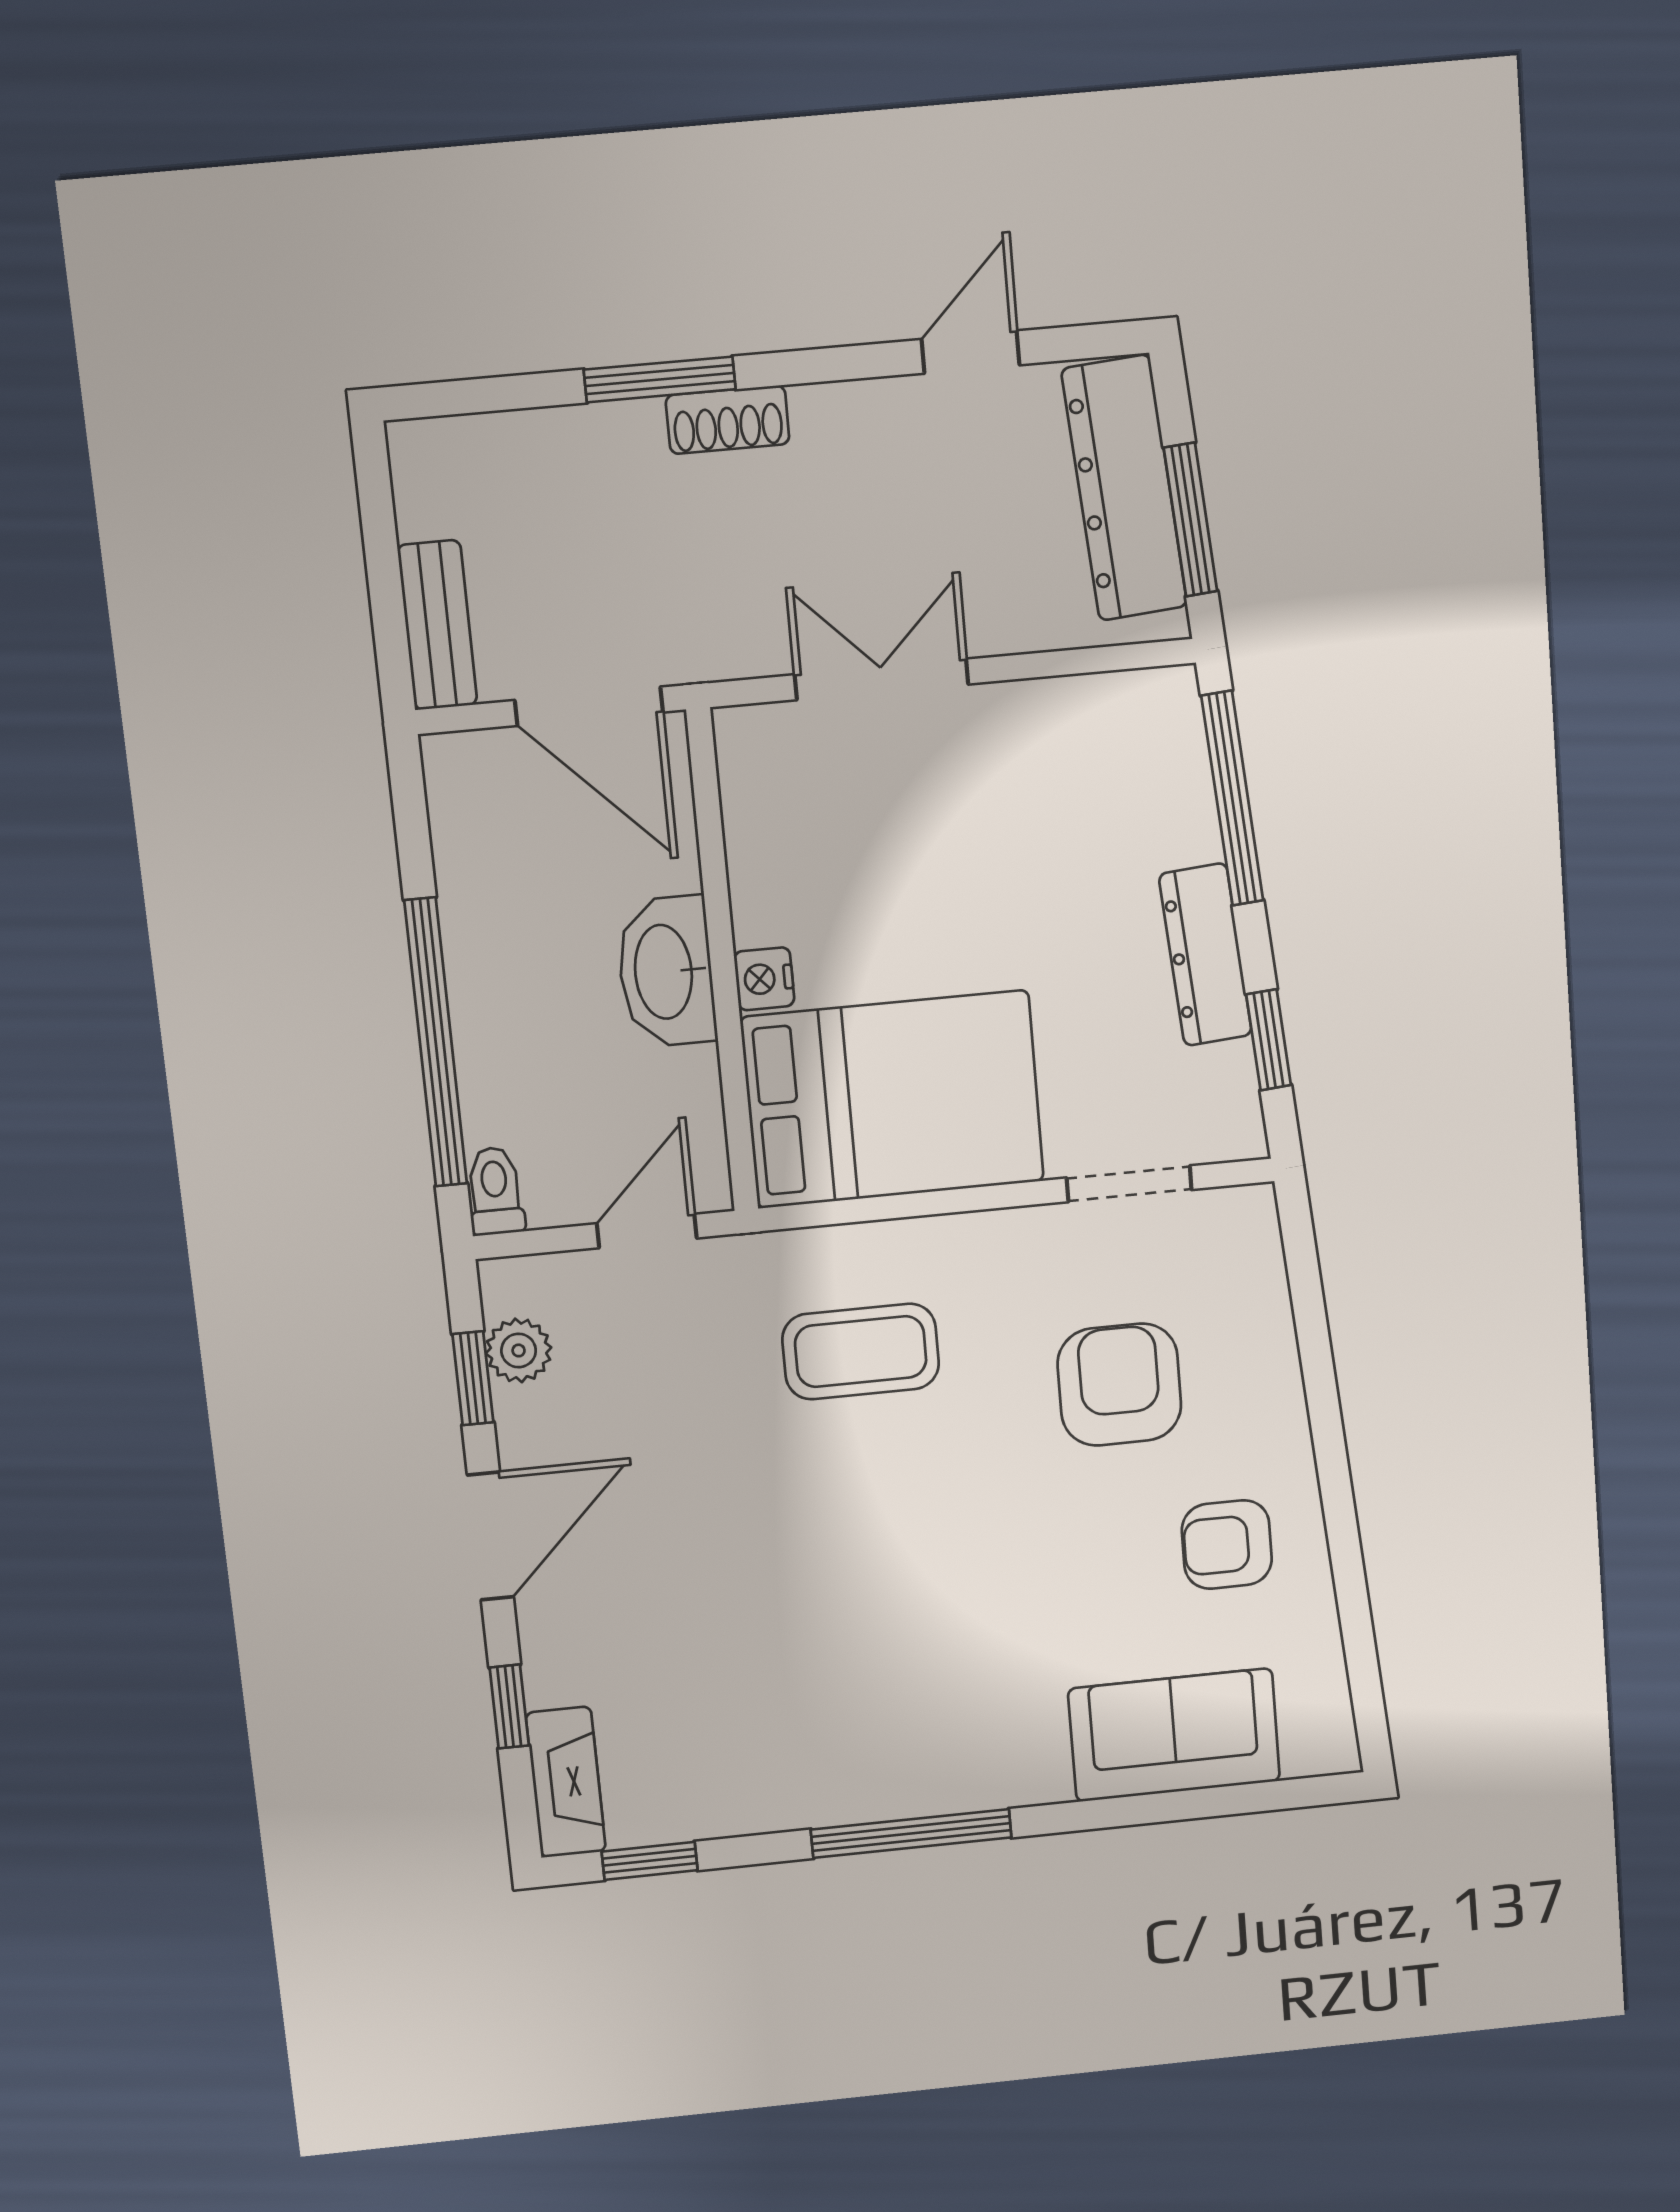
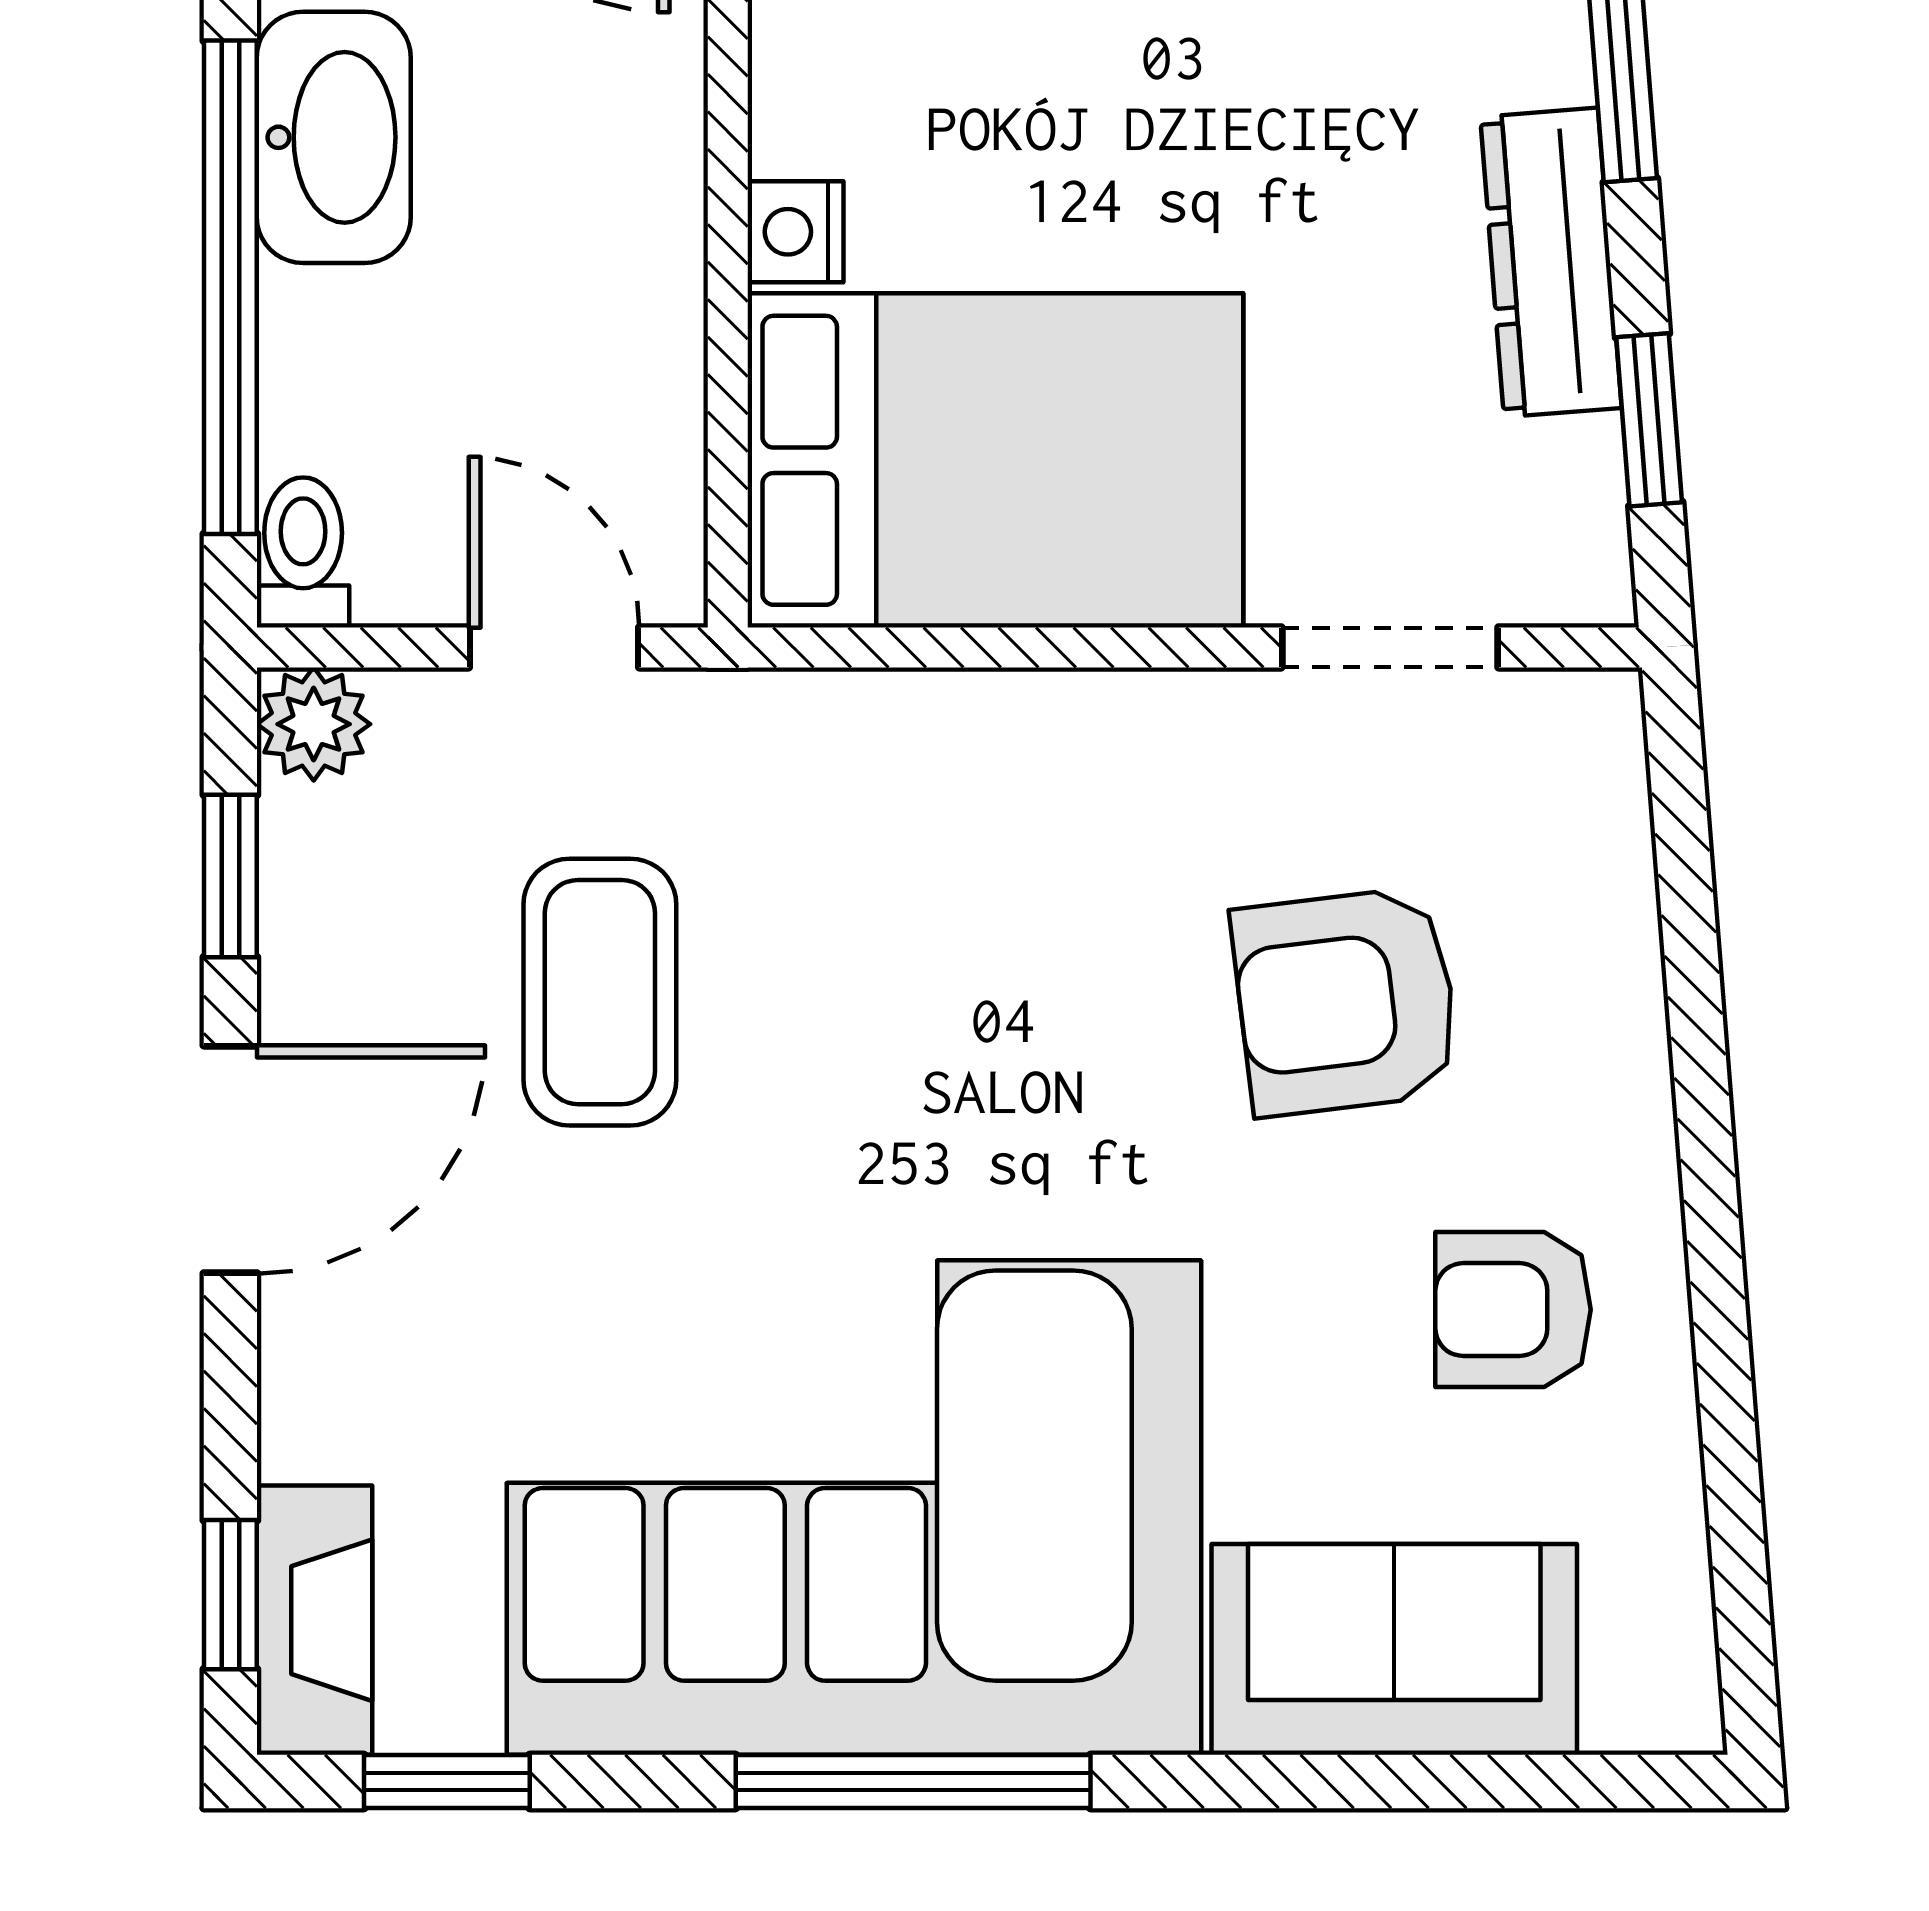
washbasin: (666, 972) -> (334, 137), moved, turned 180
door: (647, 1231) -> (554, 647), hinge flipped
plant: (519, 1350) -> (314, 724), moved
coffee table: (861, 1352) -> (600, 992), moved, turned 90
armchair: (1119, 1385) -> (1346, 1001), turned -97
corner sofa: (864, 1690) -> (854, 1508), added
window: (509, 1706) -> (230, 1595), moved

